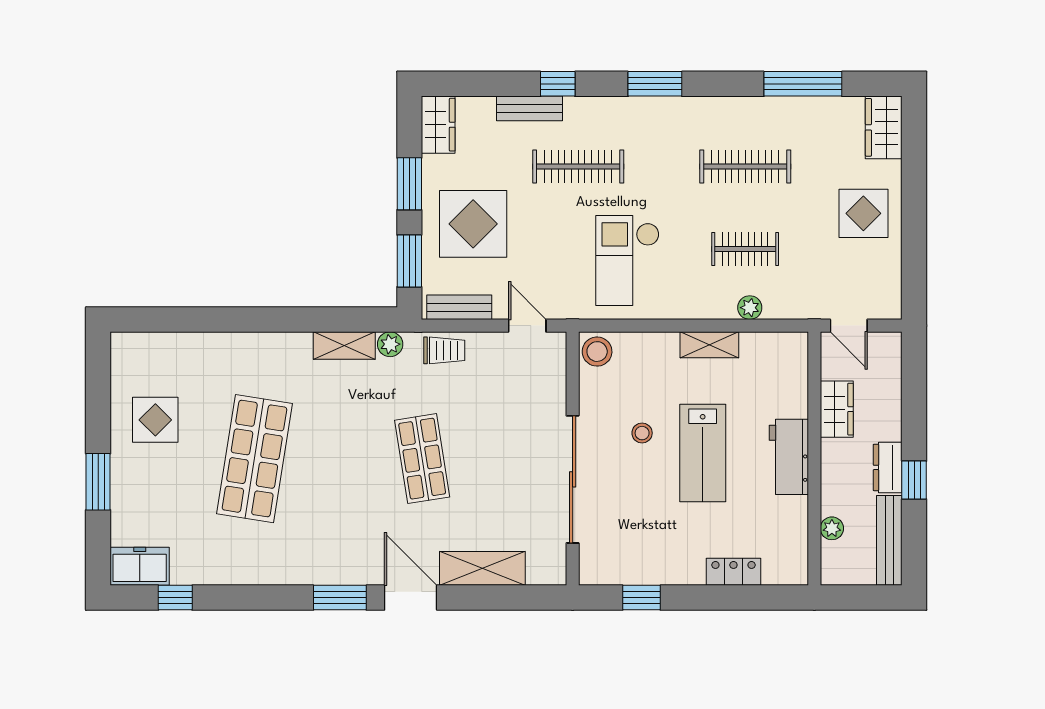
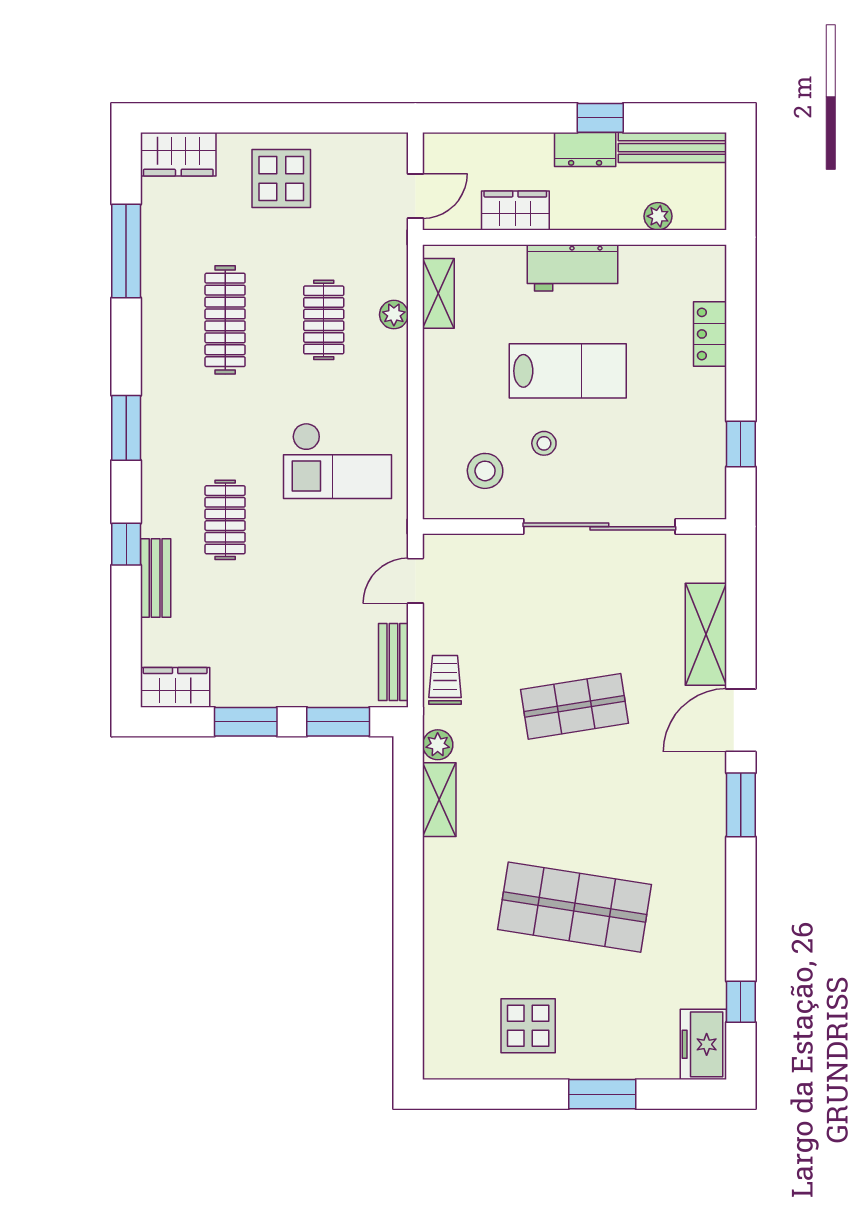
clothes rail: (578, 166) -> (225, 520), width x0.73
display table: (473, 224) -> (294, 645), removed
shelving: (709, 345) -> (438, 293), moved
stool: (597, 352) -> (485, 471), moved

